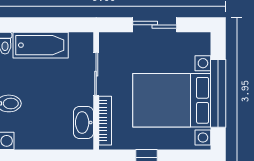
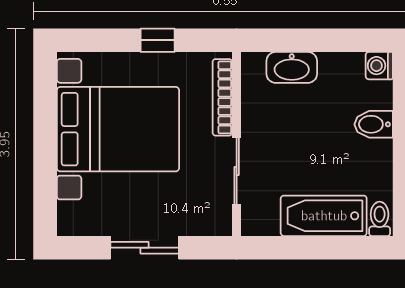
window: (218, 93) -> (45, 140), removed
washbasin: (84, 123) -> (292, 67), moved, turned 90

